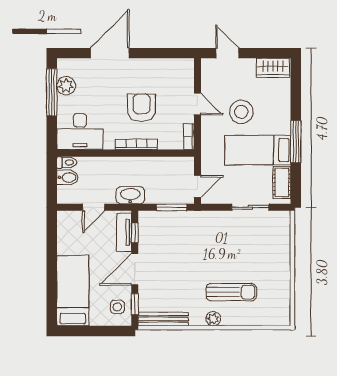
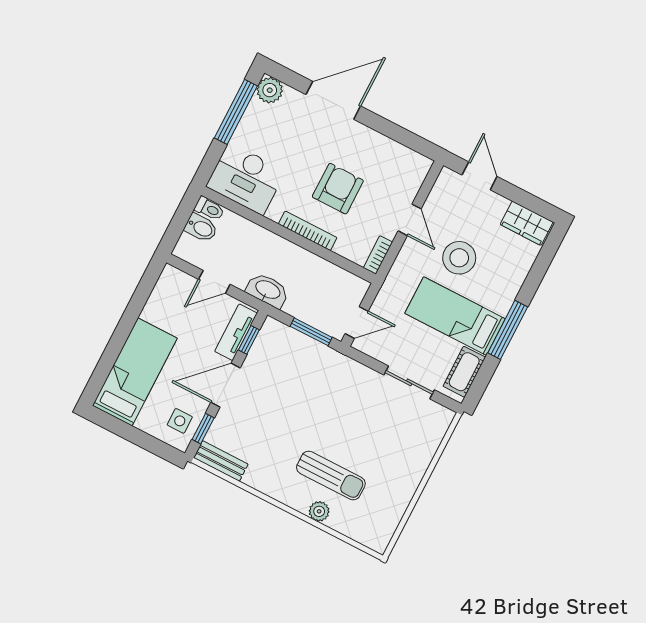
plant: (66, 86) -> (270, 90), moved
bench: (163, 319) -> (221, 461), width x0.73
plant: (213, 319) -> (319, 511), moved

